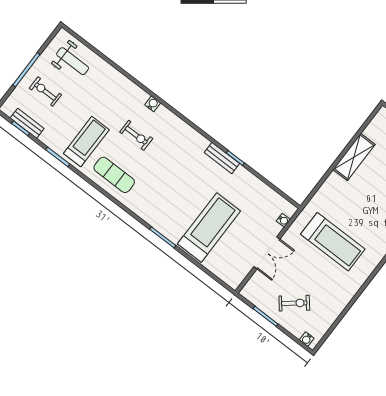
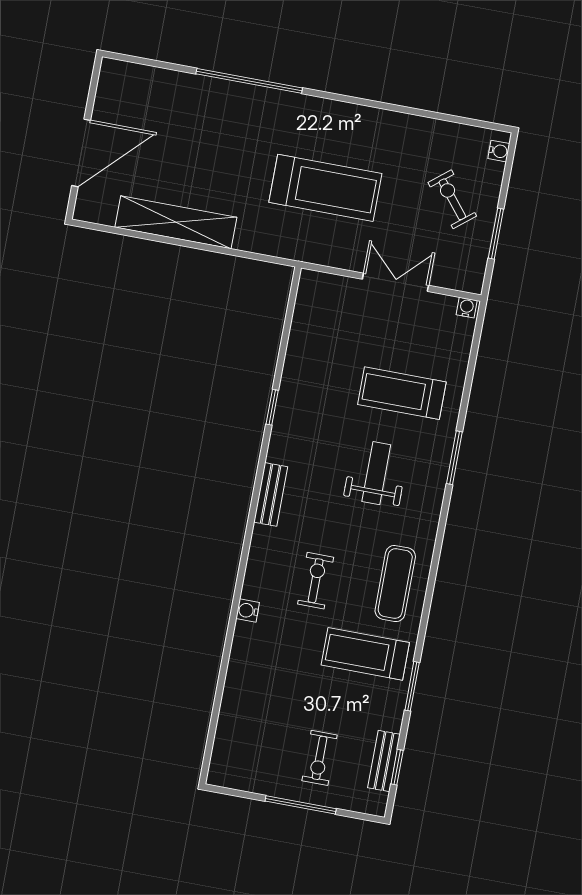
weight bench: (73, 61) -> (376, 473), moved
water cooler: (153, 104) -> (248, 611), moved
shelving: (354, 157) -> (176, 222), width x1.47
bench: (222, 158) -> (271, 494), moved
water cooler: (283, 220) -> (467, 308), moved
treadmill: (209, 227) -> (402, 393), width x0.73, depth x0.73
treadmill: (333, 242) -> (325, 188), turned 90

